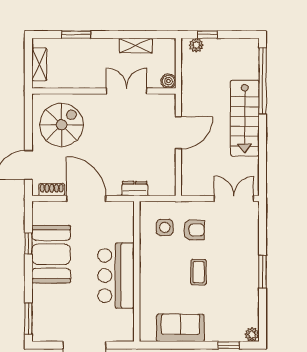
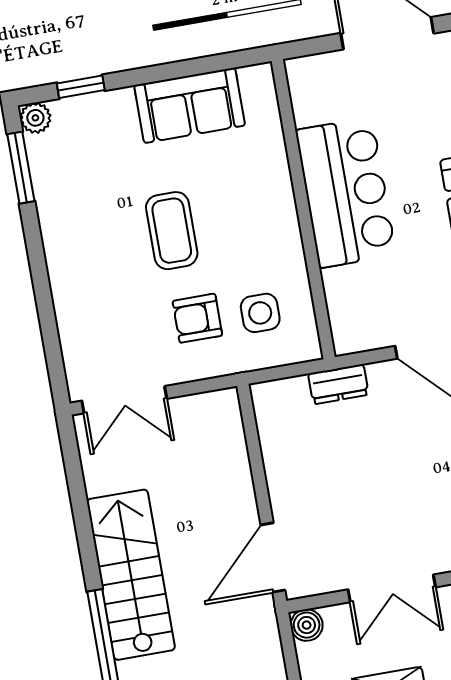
door: (178, 133) -> (273, 557), moved
coffee table: (199, 272) -> (172, 231), width x1.36, depth x1.30
window: (263, 272) -> (21, 168), moved

